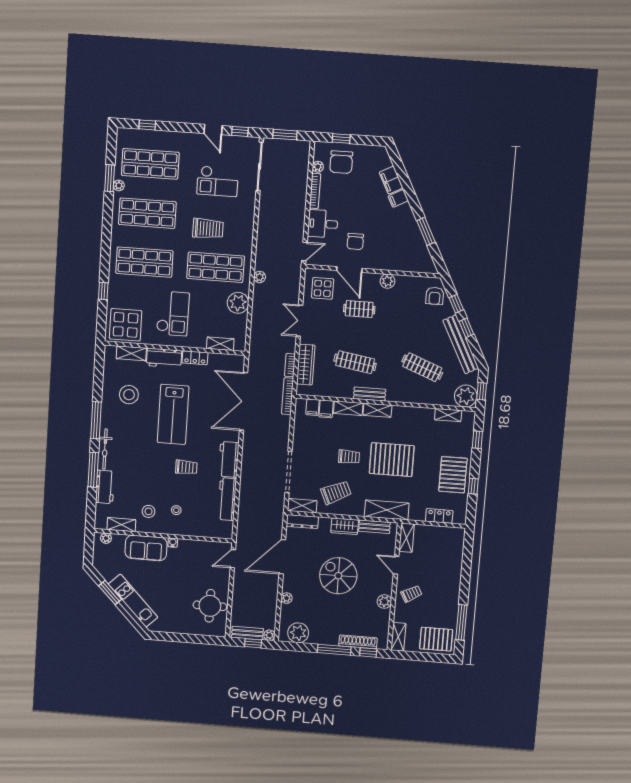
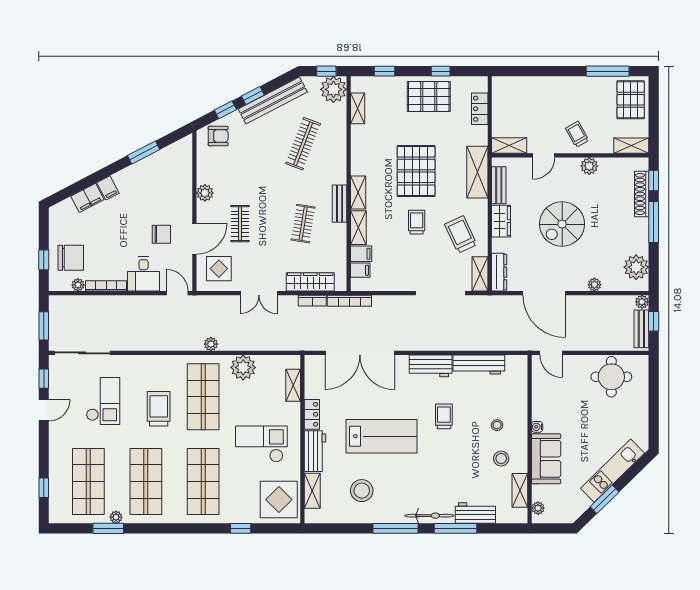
clothes rail: (355, 362) -> (303, 224), width x0.73

